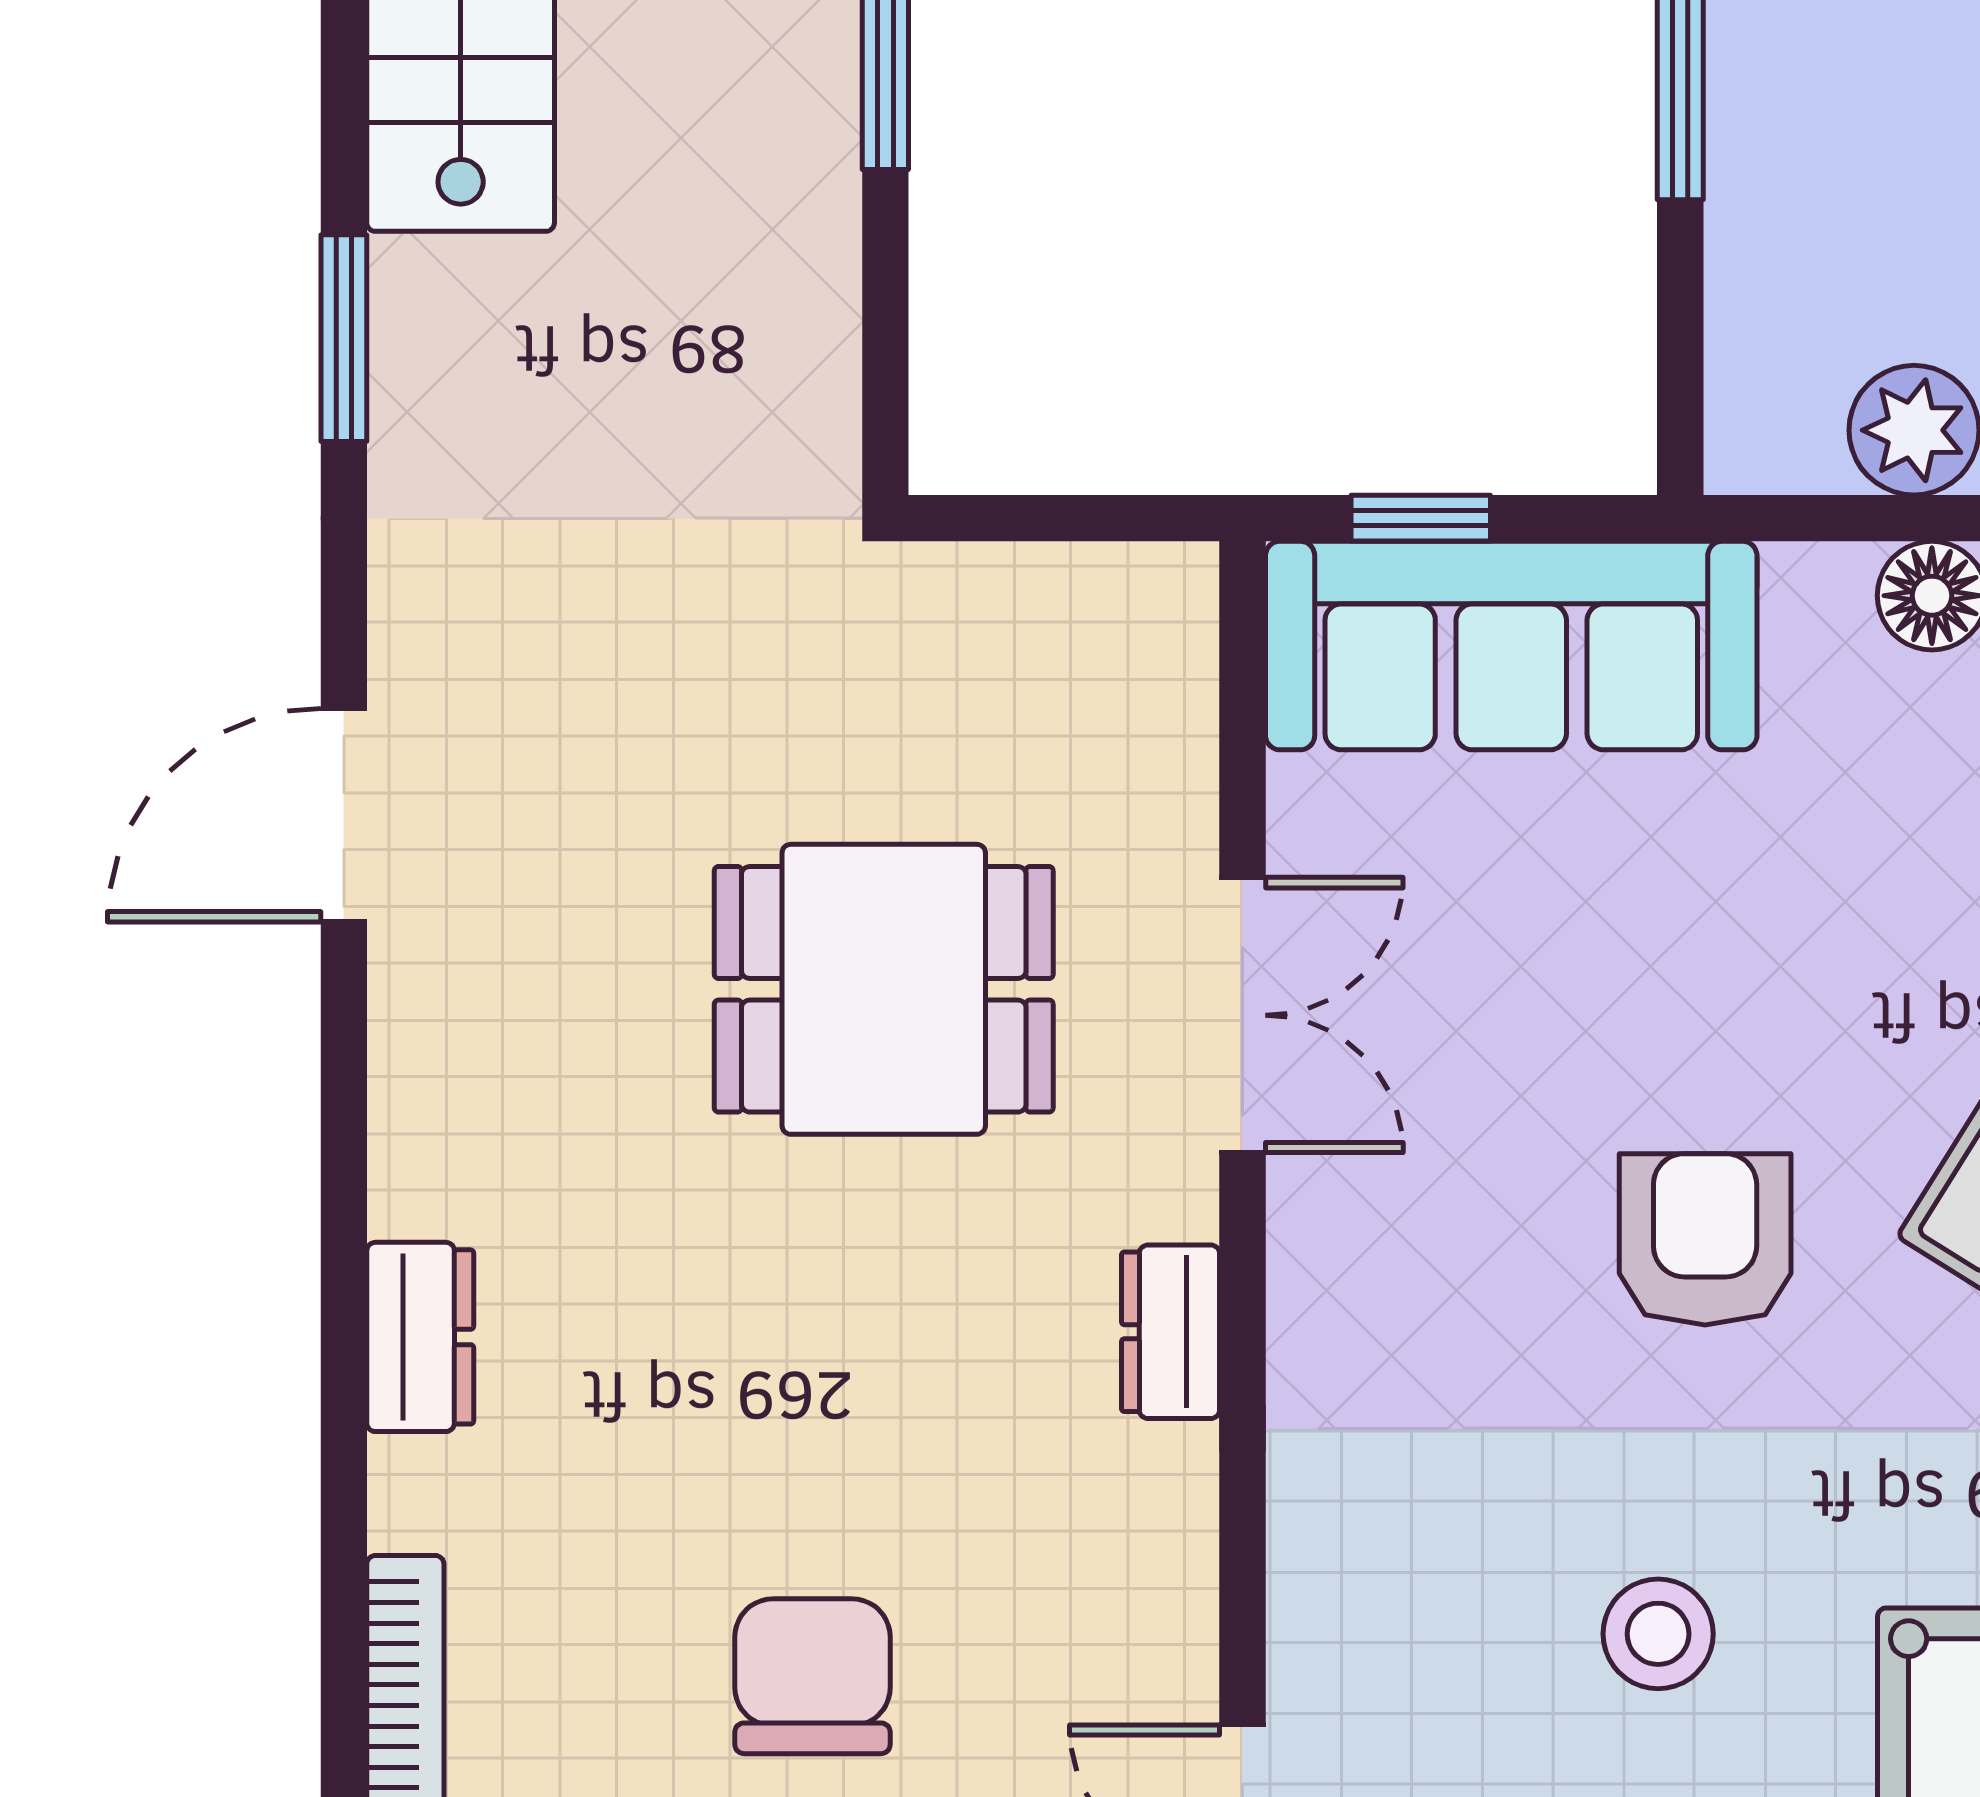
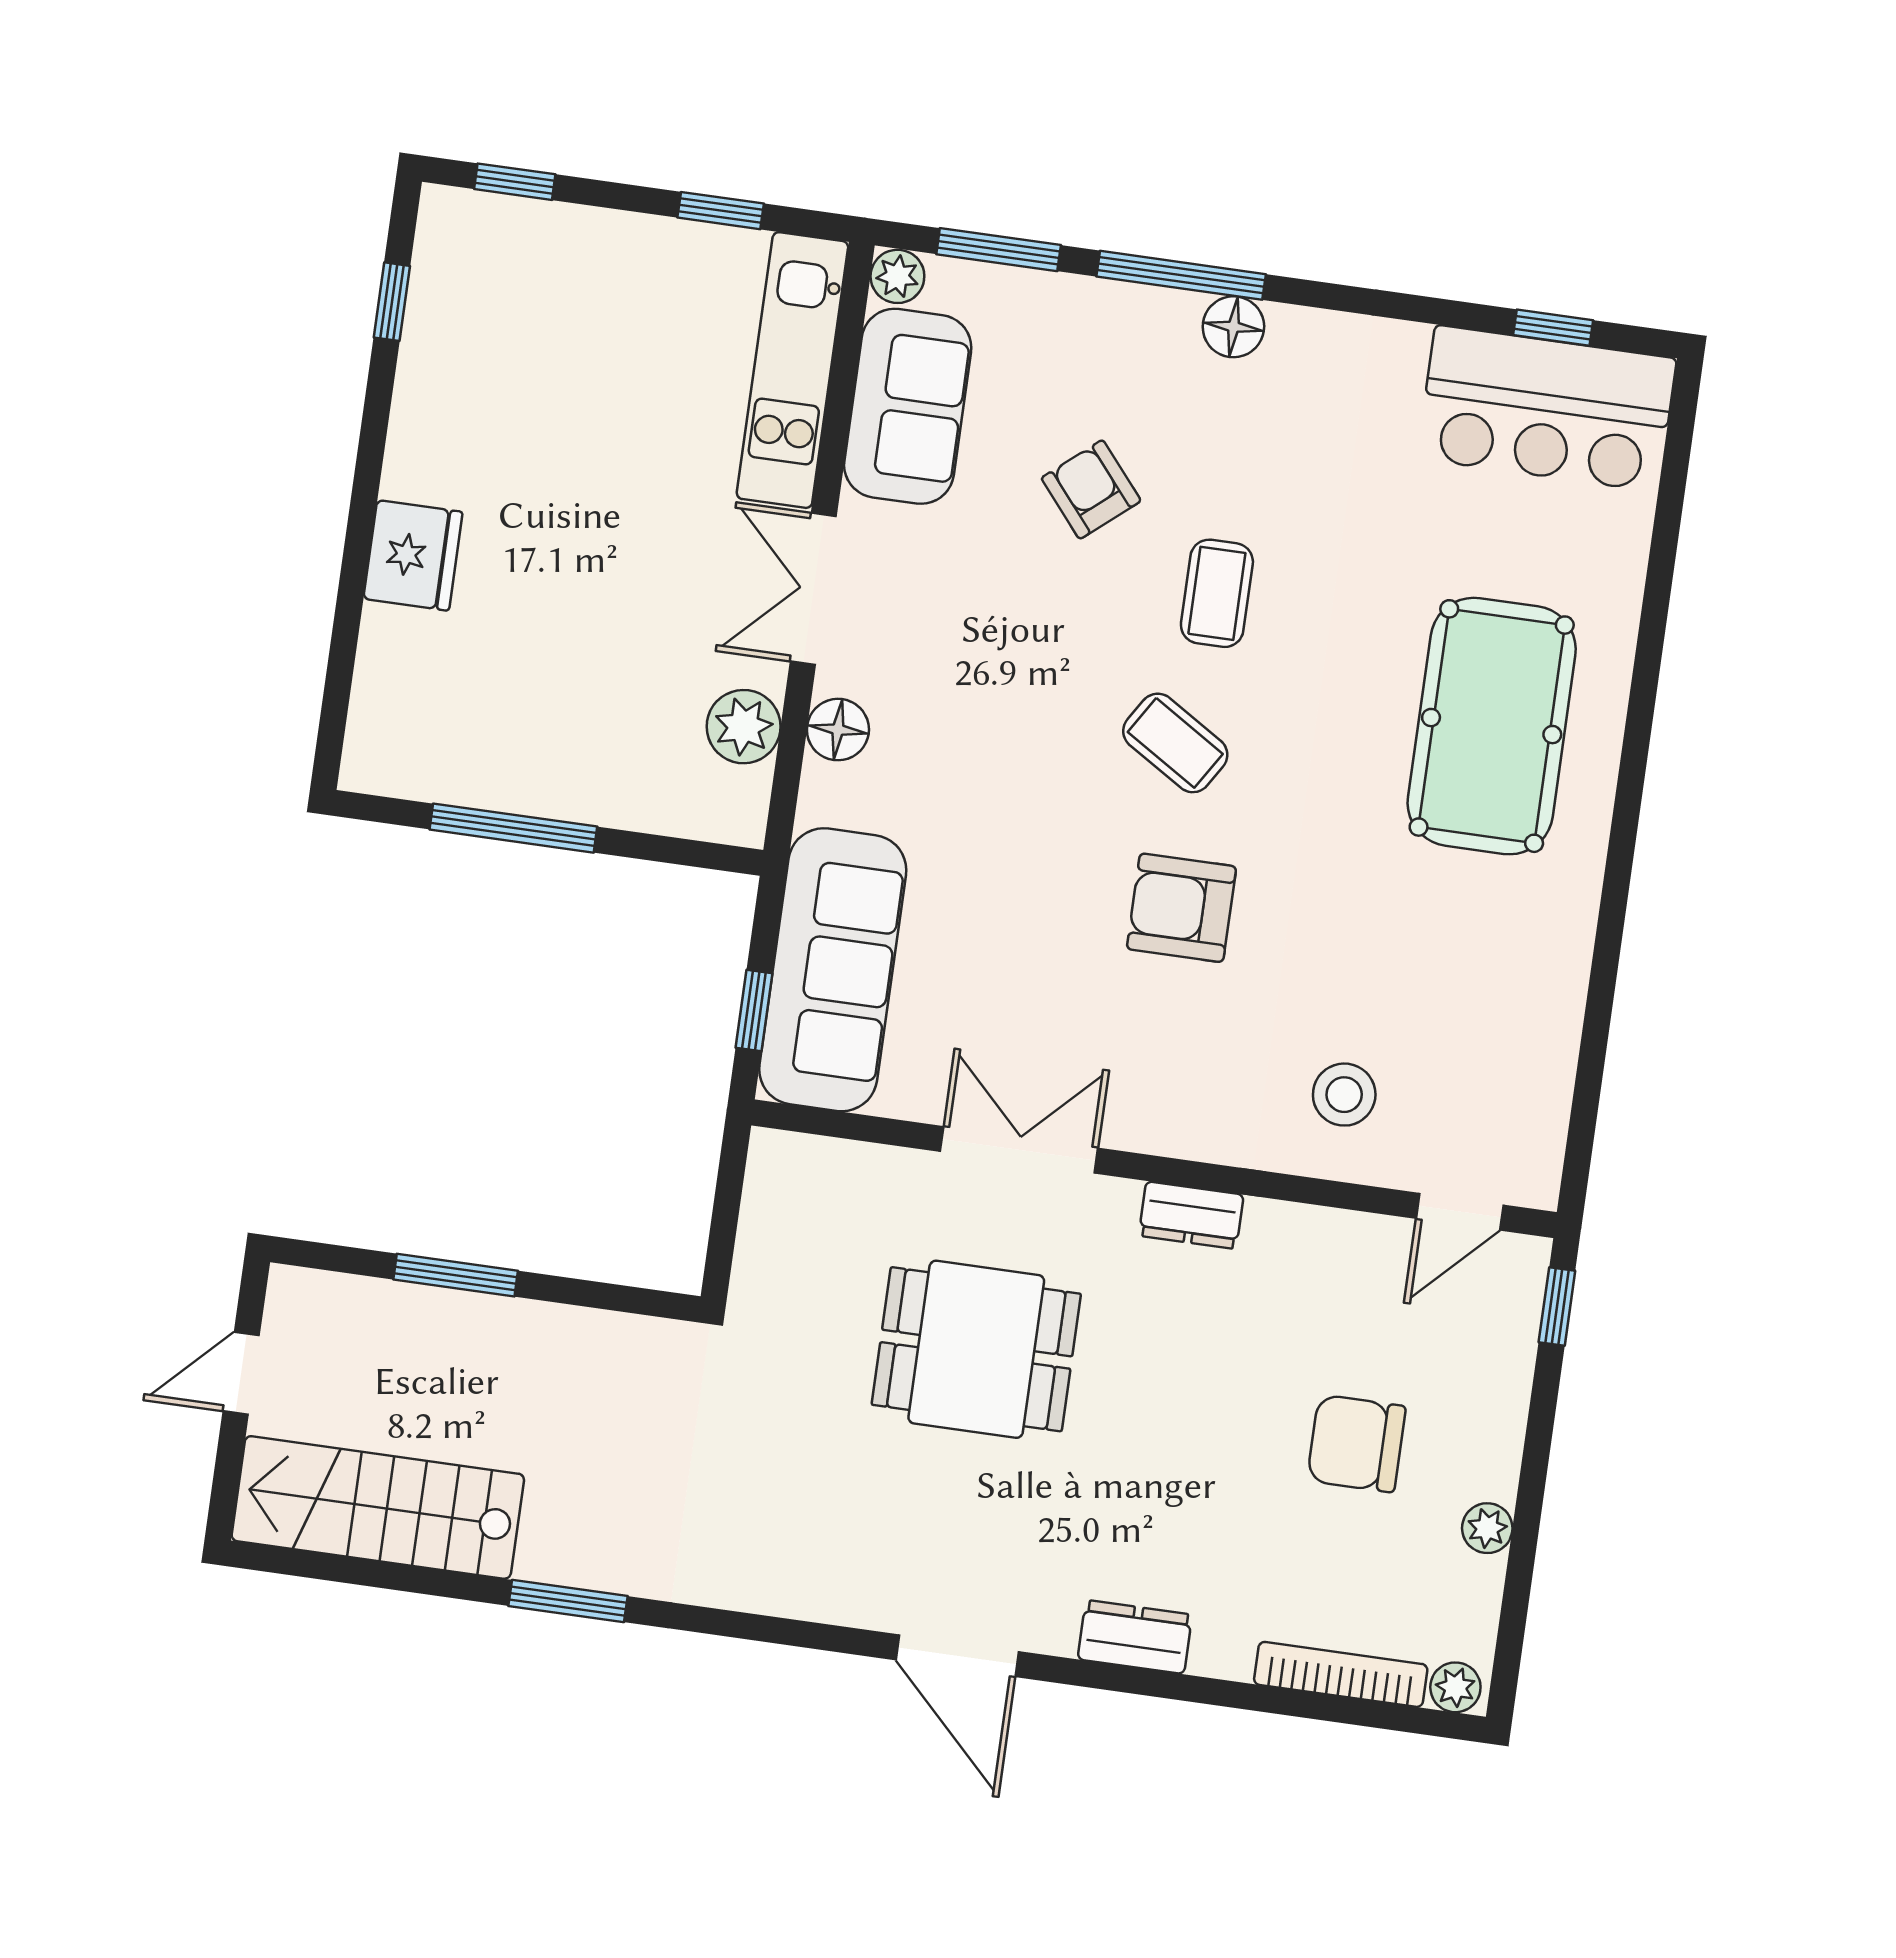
door: (344, 815) -> (957, 1656), moved
dining table: (884, 989) -> (976, 1349), turned 90
stool: (1658, 1634) -> (1344, 1095), moved

